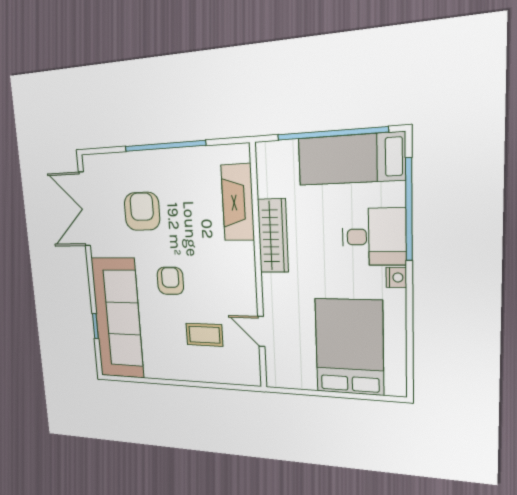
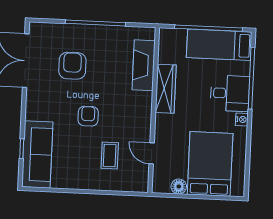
sofa: (118, 318) -> (37, 154), width x0.74, depth x0.79
coffee table: (204, 335) -> (110, 156), turned 90
floor lamp: (304, 379) -> (179, 187), added

